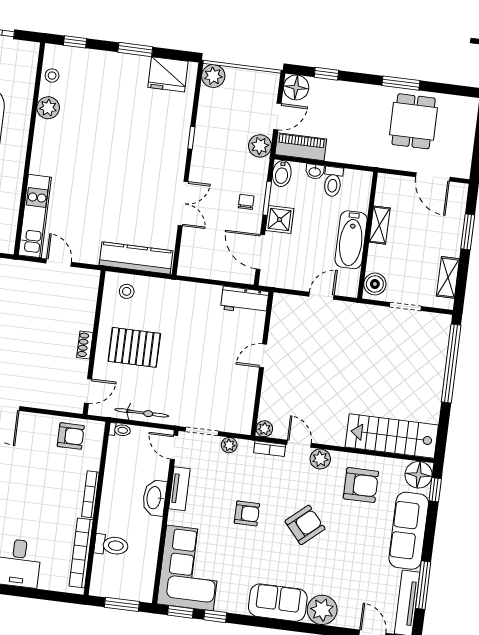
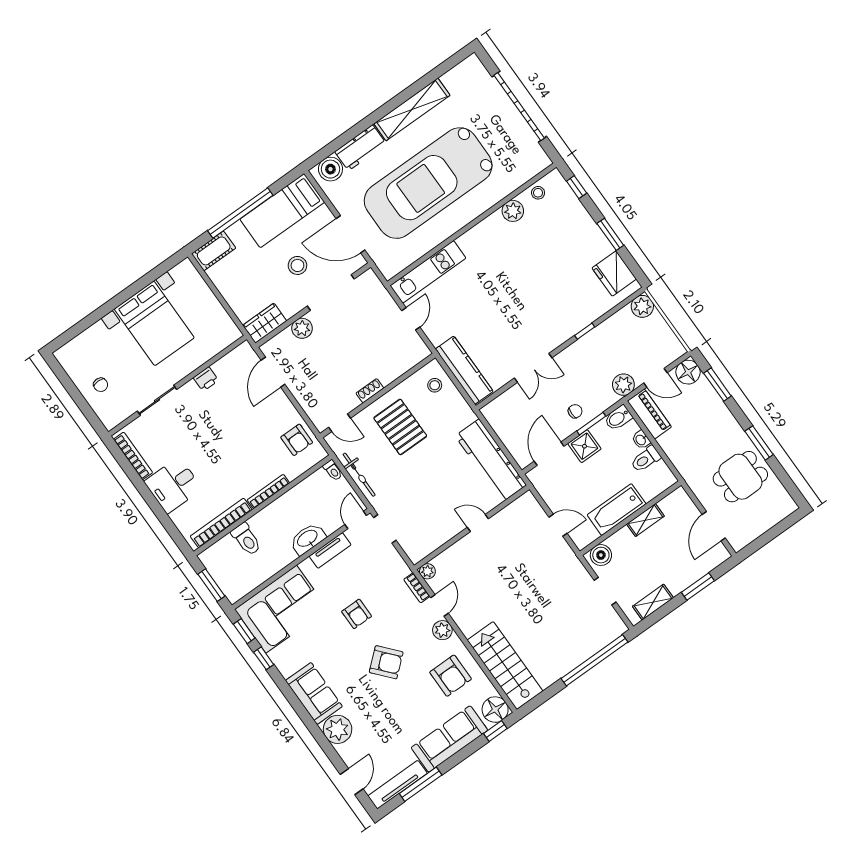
window: (326, 74) -> (717, 385), width x1.50
workbench: (245, 300) -> (491, 461), width x1.88, depth x1.32
plant: (229, 445) -> (393, 557), removed

